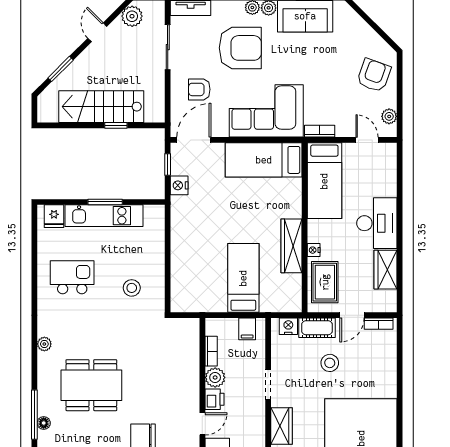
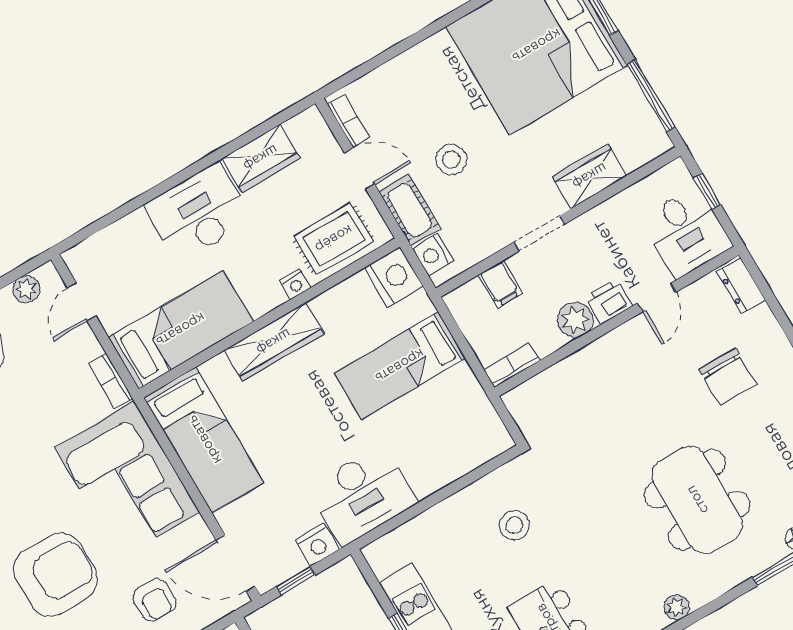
armchair: (240, 48) -> (55, 575), turned 90
desk: (191, 222) -> (362, 495), added
wardrobe: (291, 246) -> (274, 342), moved
nightstand: (289, 301) -> (394, 277), added
filing cabinet: (247, 329) -> (500, 284), moved, turned 90
bookcase: (211, 351) -> (512, 365), moved
door: (202, 424) -> (657, 298), swing flipped

